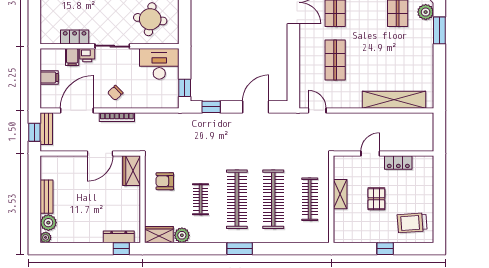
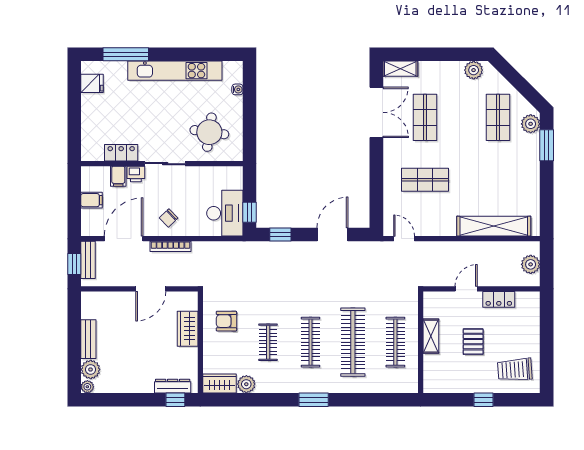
shop shelf: (335, 60) -> (425, 180), turned 90
desk: (159, 64) -> (225, 213), moved, turned 90
plant: (426, 133) -> (531, 264), added
wardrobe: (132, 171) -> (188, 329), moved
clothes rail: (237, 199) -> (310, 342), width x0.73, depth x0.76

